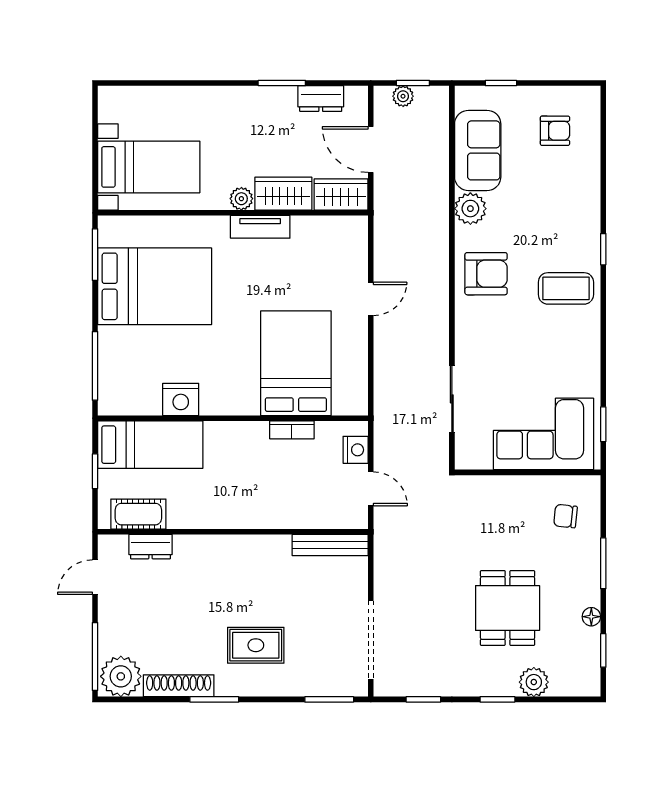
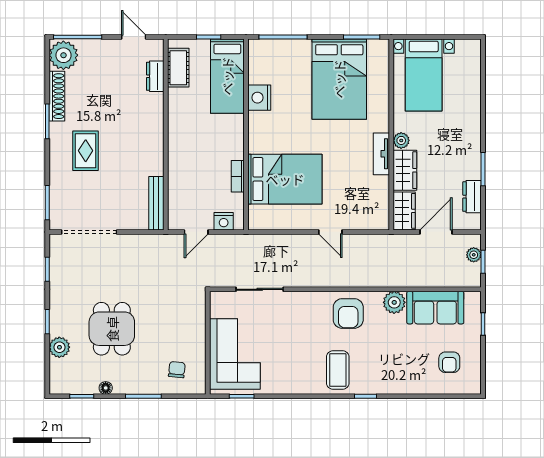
dining table: (508, 608) -> (112, 329), turned 90

